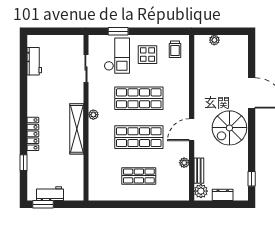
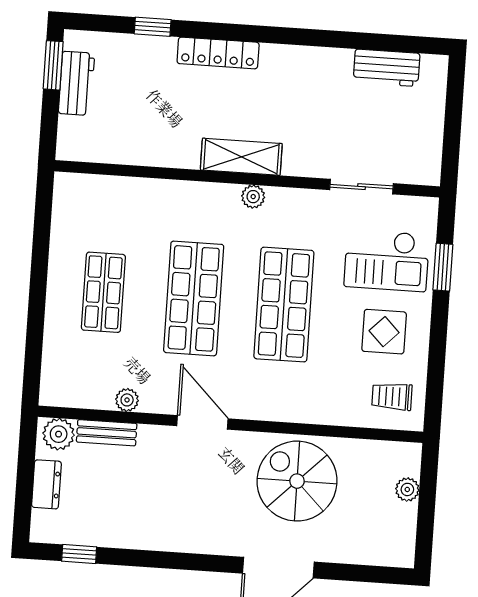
spiral stairs: (229, 128) -> (297, 481), moved
shelving: (77, 129) -> (241, 157), width x0.68

